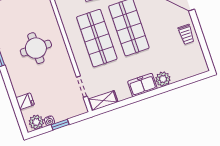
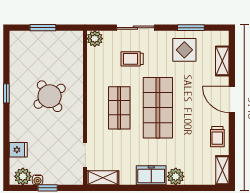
shop shelf: (97, 38) -> (119, 108), width x0.70, depth x0.74
round table: (36, 48) -> (50, 96), turned -35
shelving: (200, 61) -> (222, 170), added

